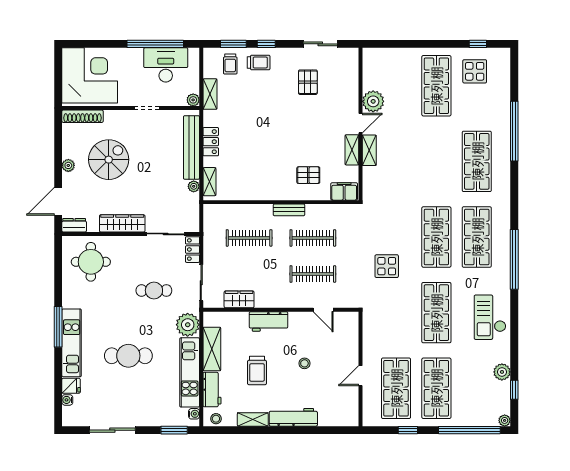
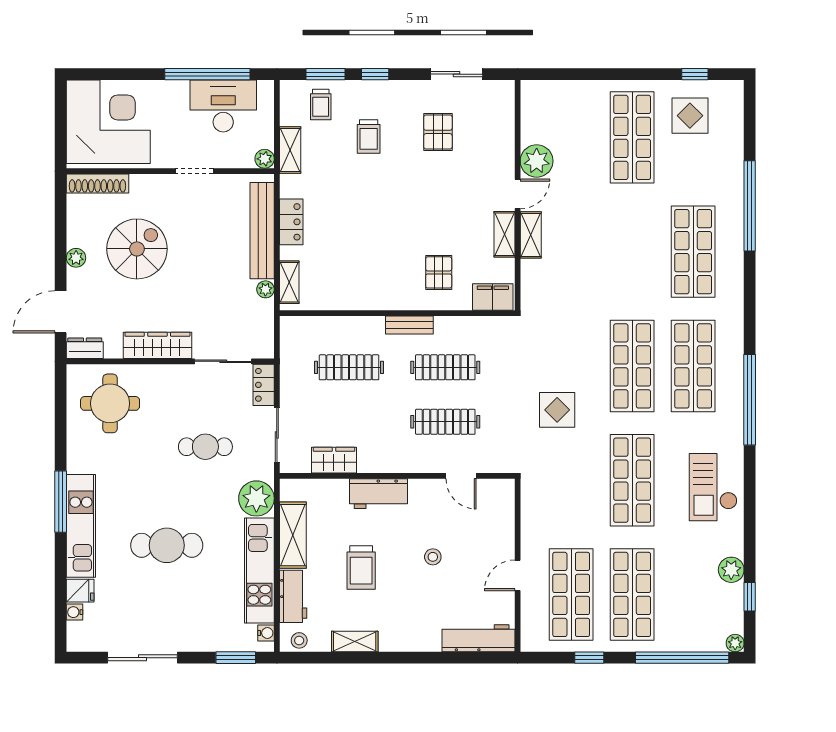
trolley: (259, 62) -> (369, 137), moved, turned 90
pallet: (308, 175) -> (439, 272), turned 90
workbench: (293, 417) -> (479, 638), moved

